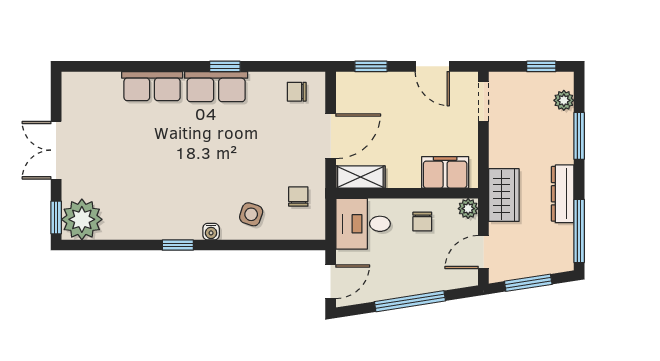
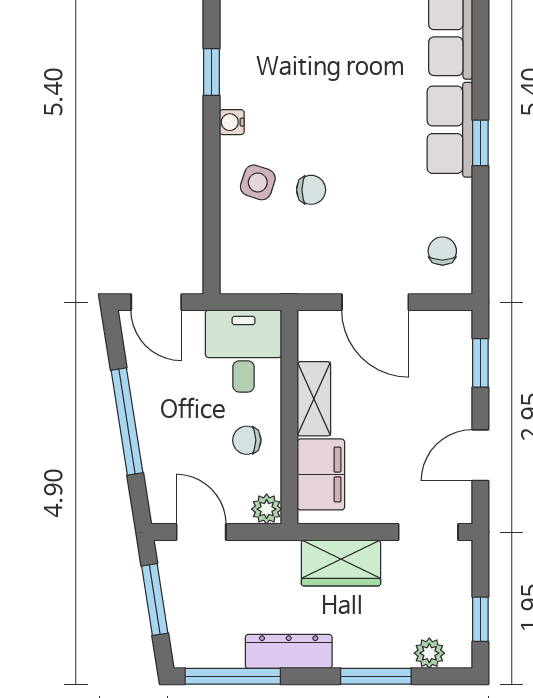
shelving: (360, 177) -> (314, 399), moved
wardrobe: (504, 195) -> (341, 563), moved
chair: (298, 197) -> (311, 190), moved

